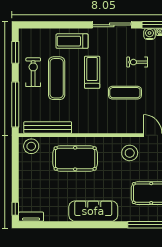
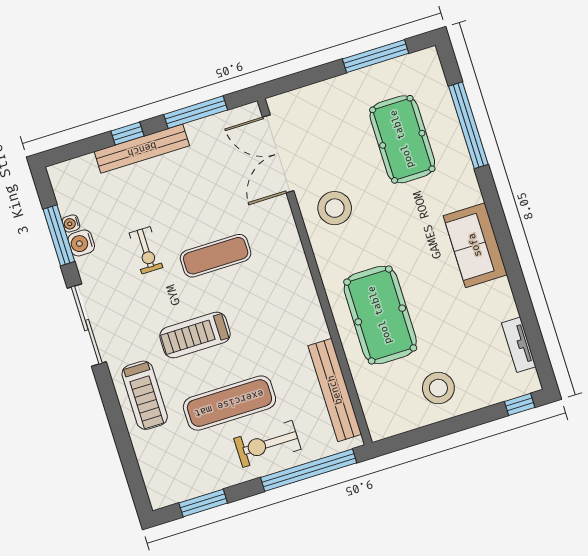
exercise bike: (33, 72) -> (267, 444), moved
exercise mat: (125, 93) -> (216, 256), turned 90
stool: (31, 146) -> (438, 388), moved
sofa: (93, 211) -> (475, 245), width x0.73
tv unit: (31, 217) -> (519, 345), moved

